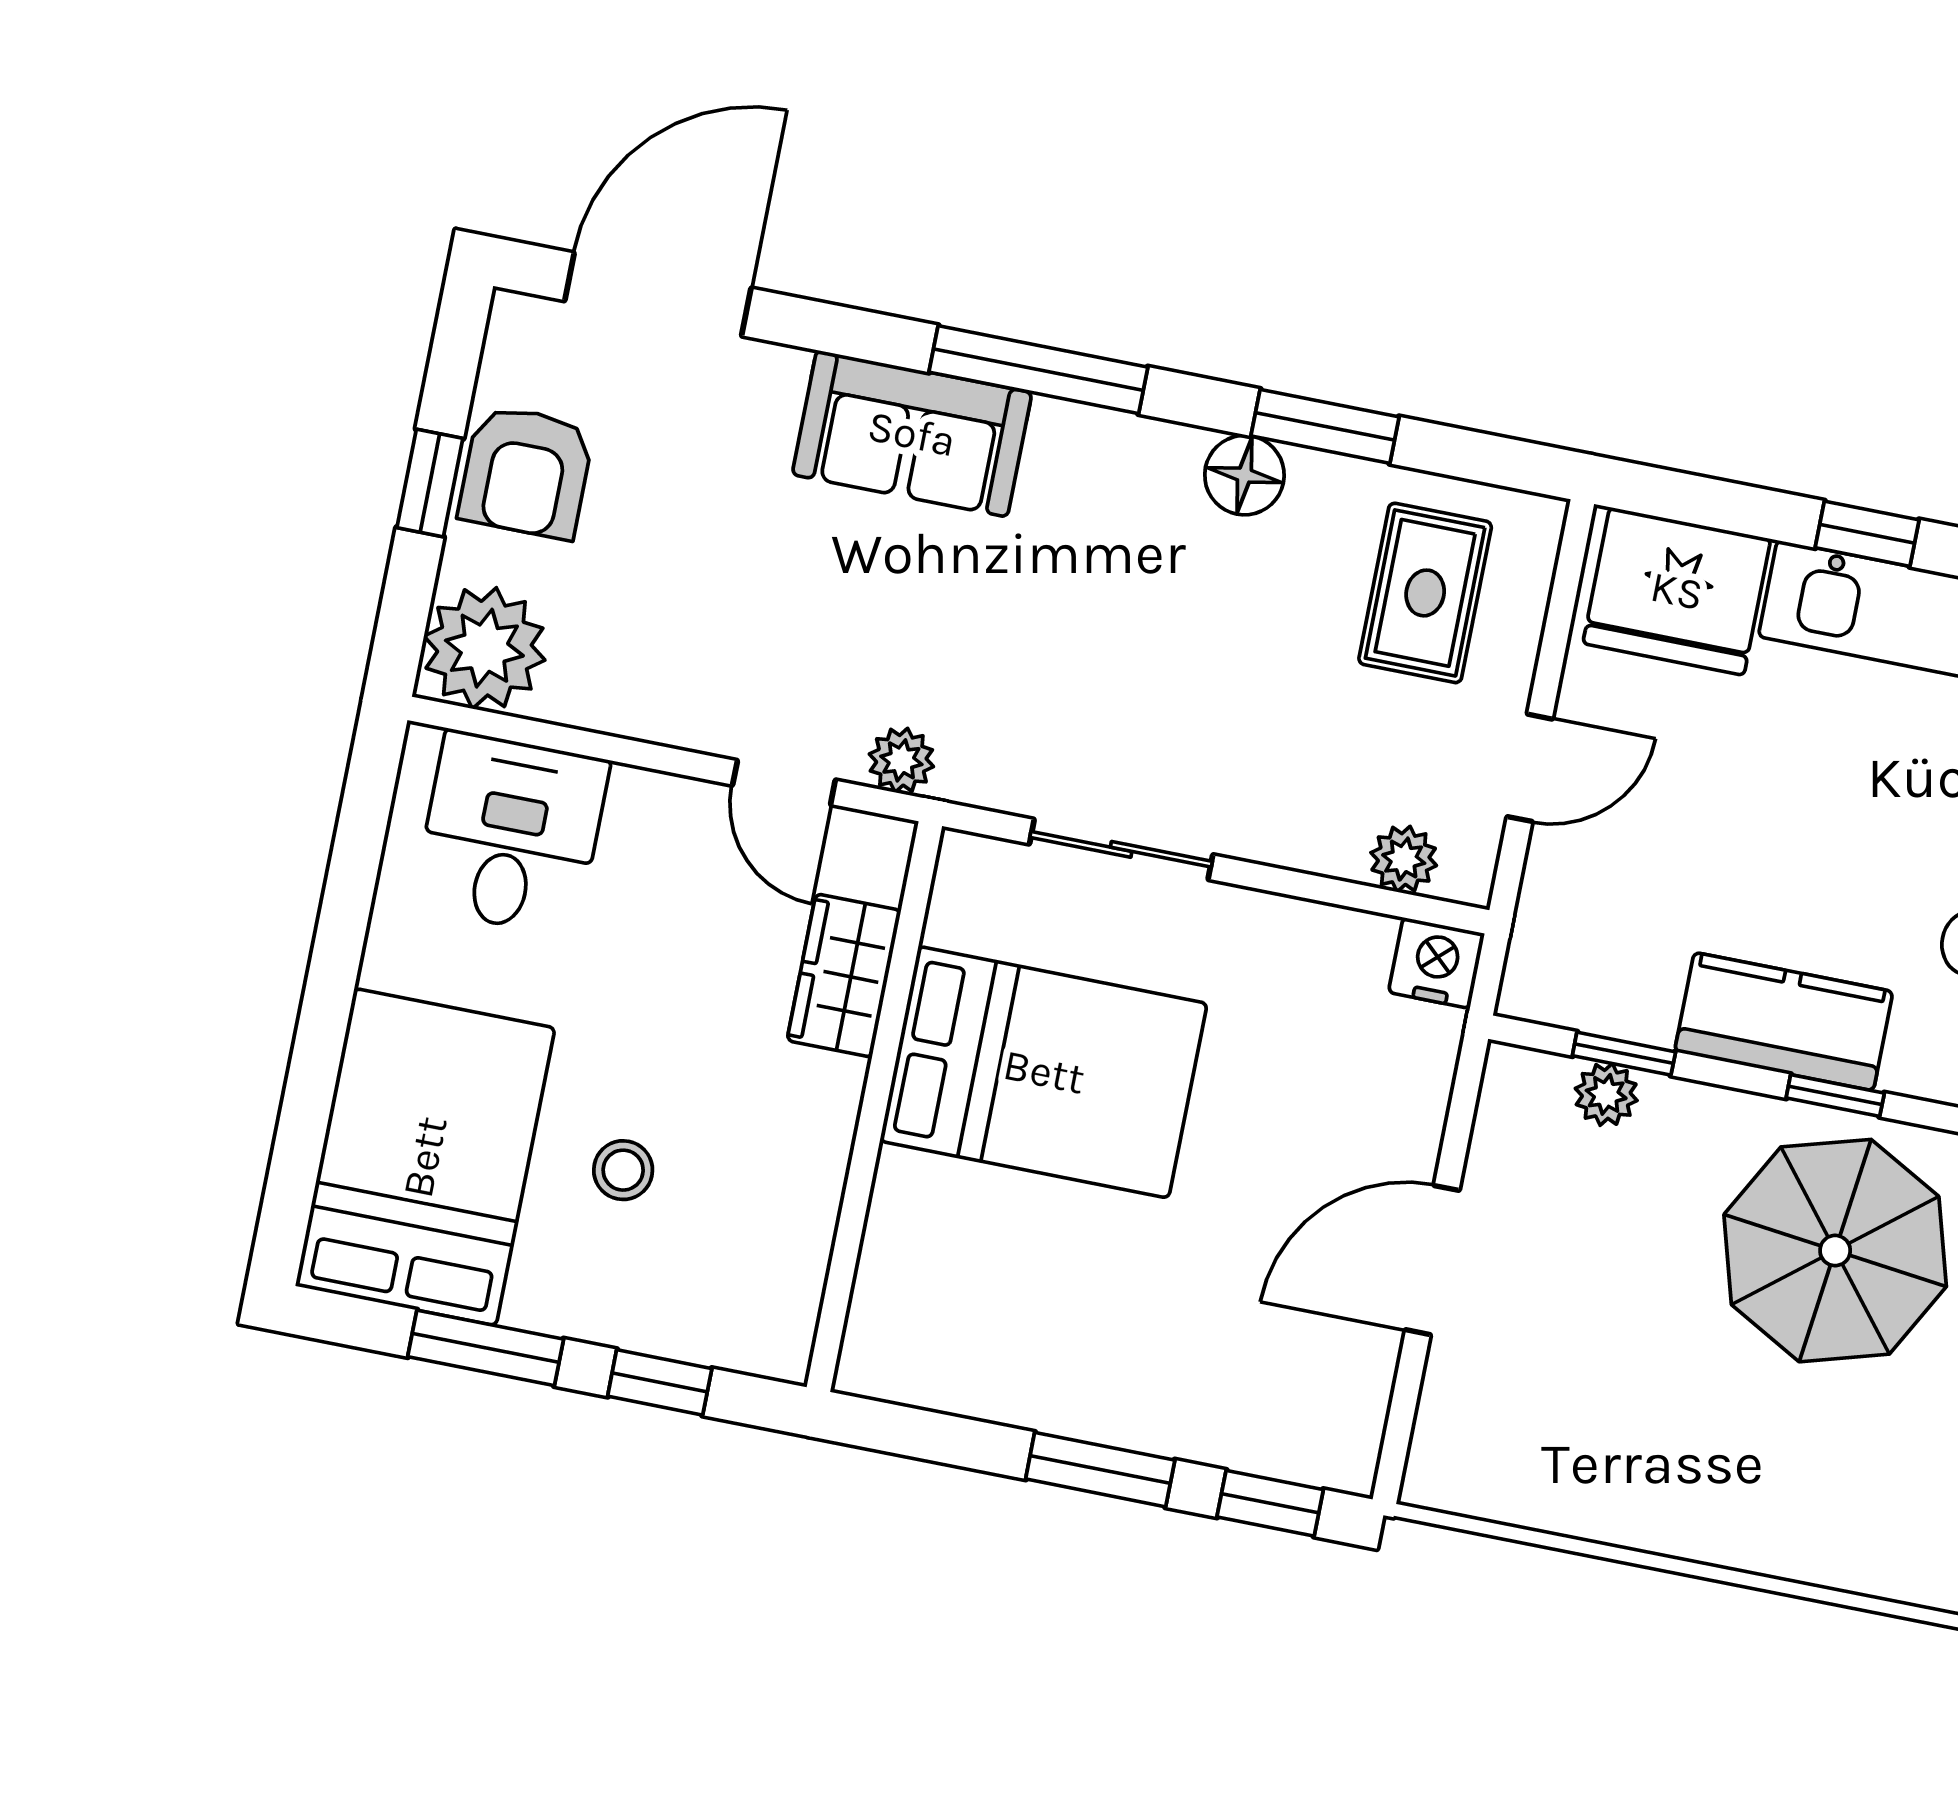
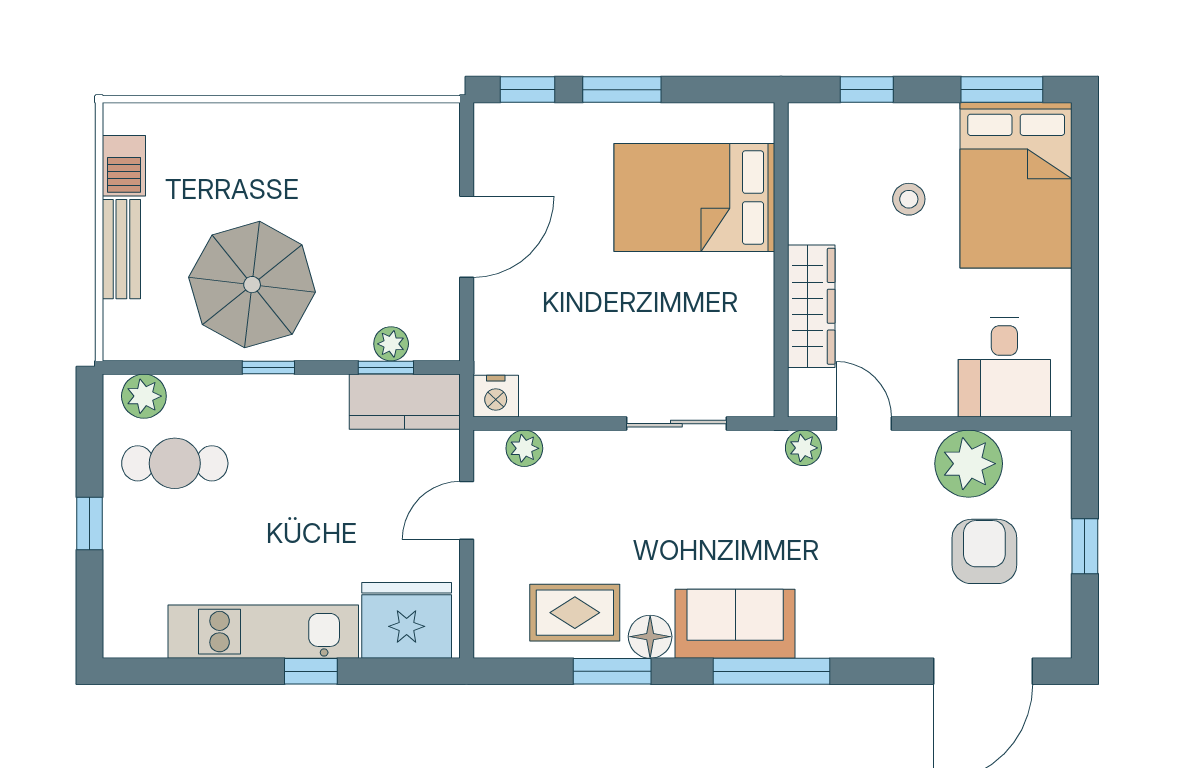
sofa: (912, 434) -> (735, 624), moved
armchair: (526, 472) -> (984, 551), moved
rug: (1425, 593) -> (575, 613), moved, turned 90
plant: (484, 648) -> (969, 464), moved
wardrobe: (844, 975) -> (811, 306), width x1.50
kitchen counter: (1784, 1022) -> (405, 402), moved
bed: (1044, 1072) -> (694, 197), moved
window: (486, 1348) -> (1002, 90), moved

